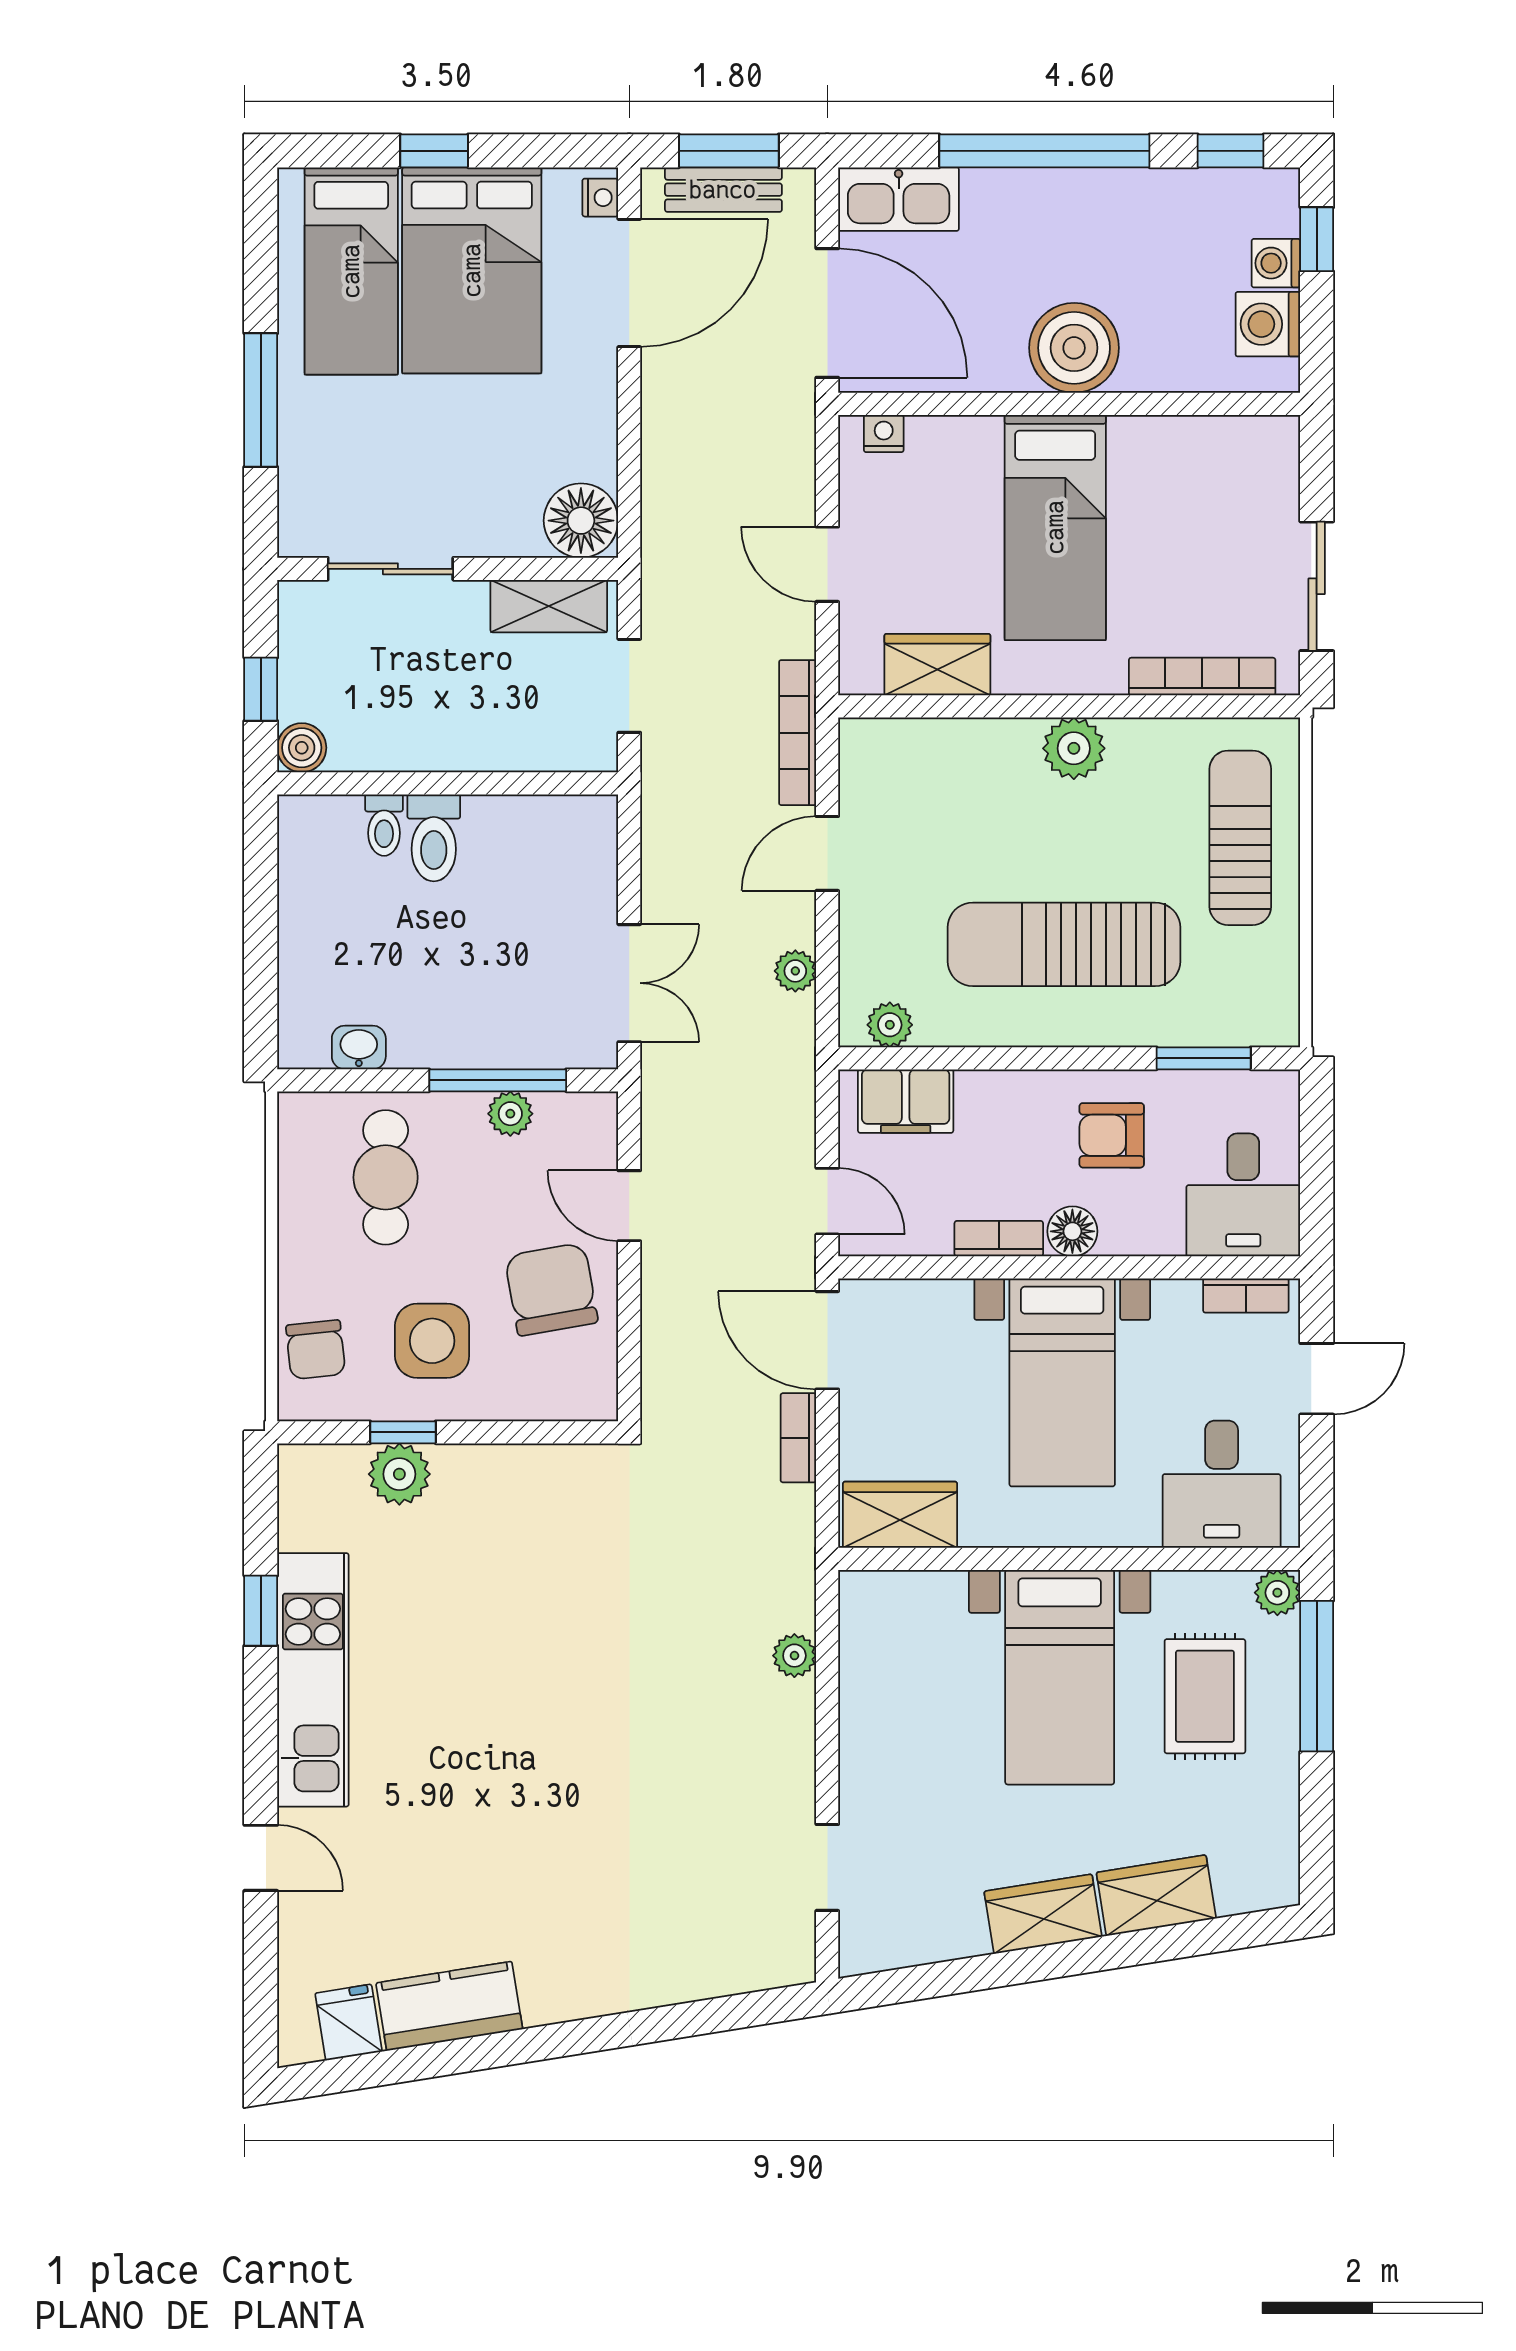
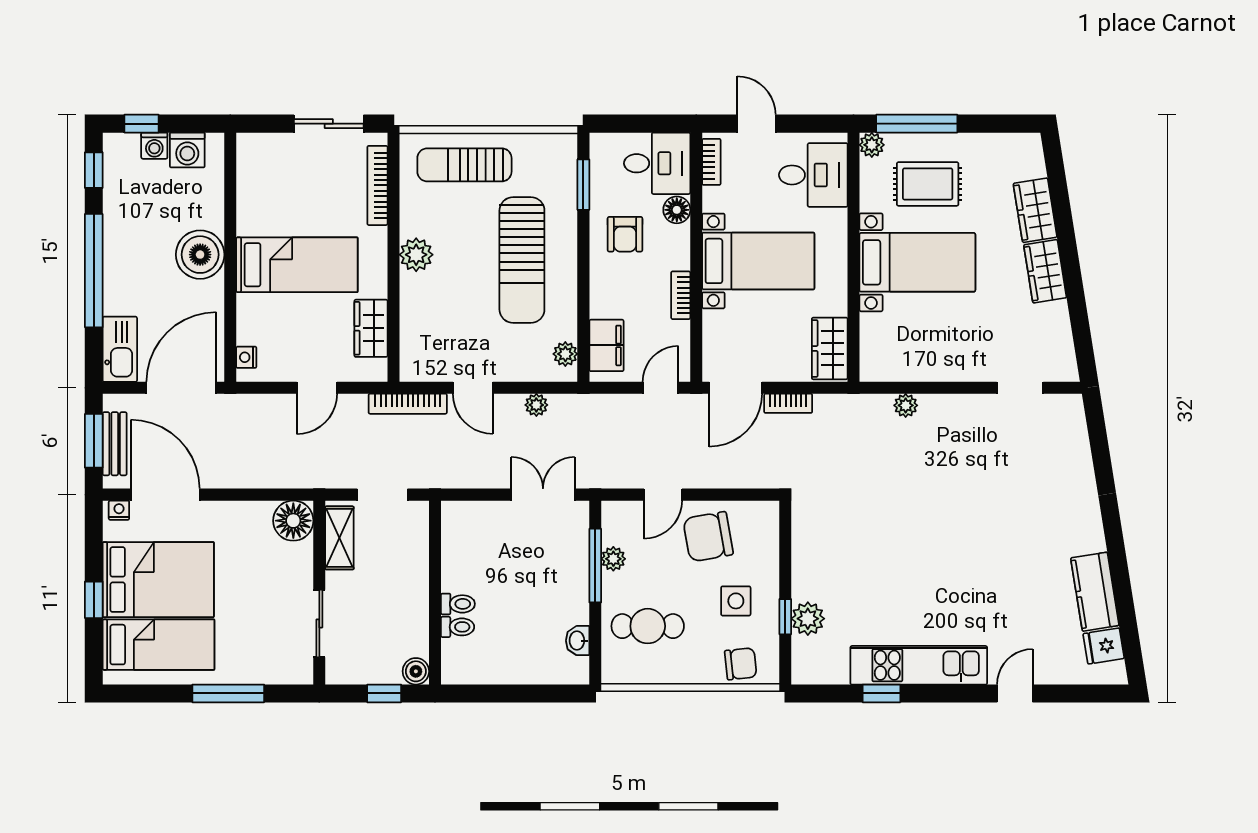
toilet: (434, 838) -> (458, 604), width x0.73, depth x0.72
floor lamp: (1072, 1231) -> (677, 210), moved
side table: (432, 1341) -> (736, 601), width x0.73, depth x0.73

